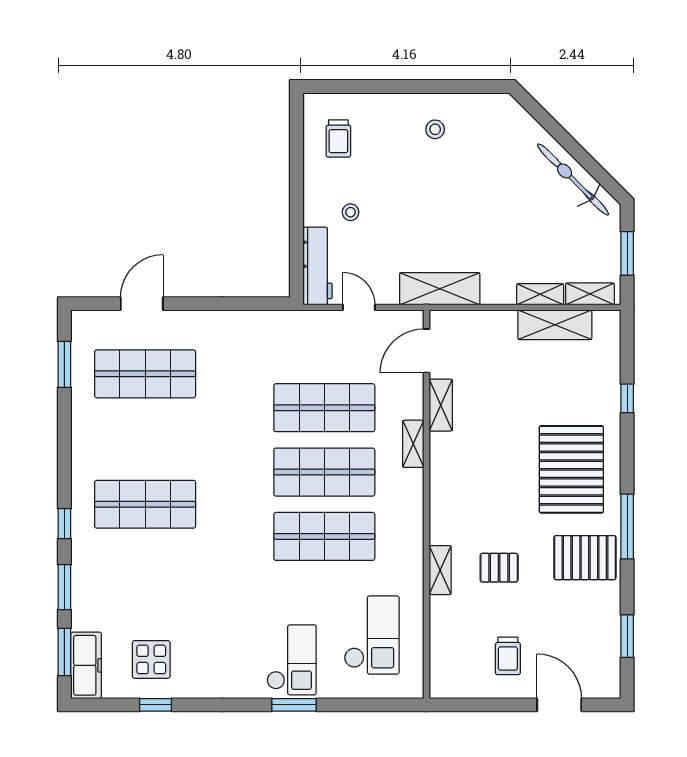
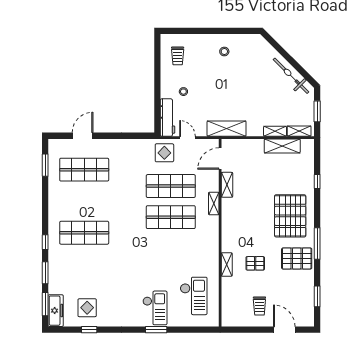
display table: (311, 339) -> (164, 153), added
shop shelf: (324, 536) -> (171, 248), removed

